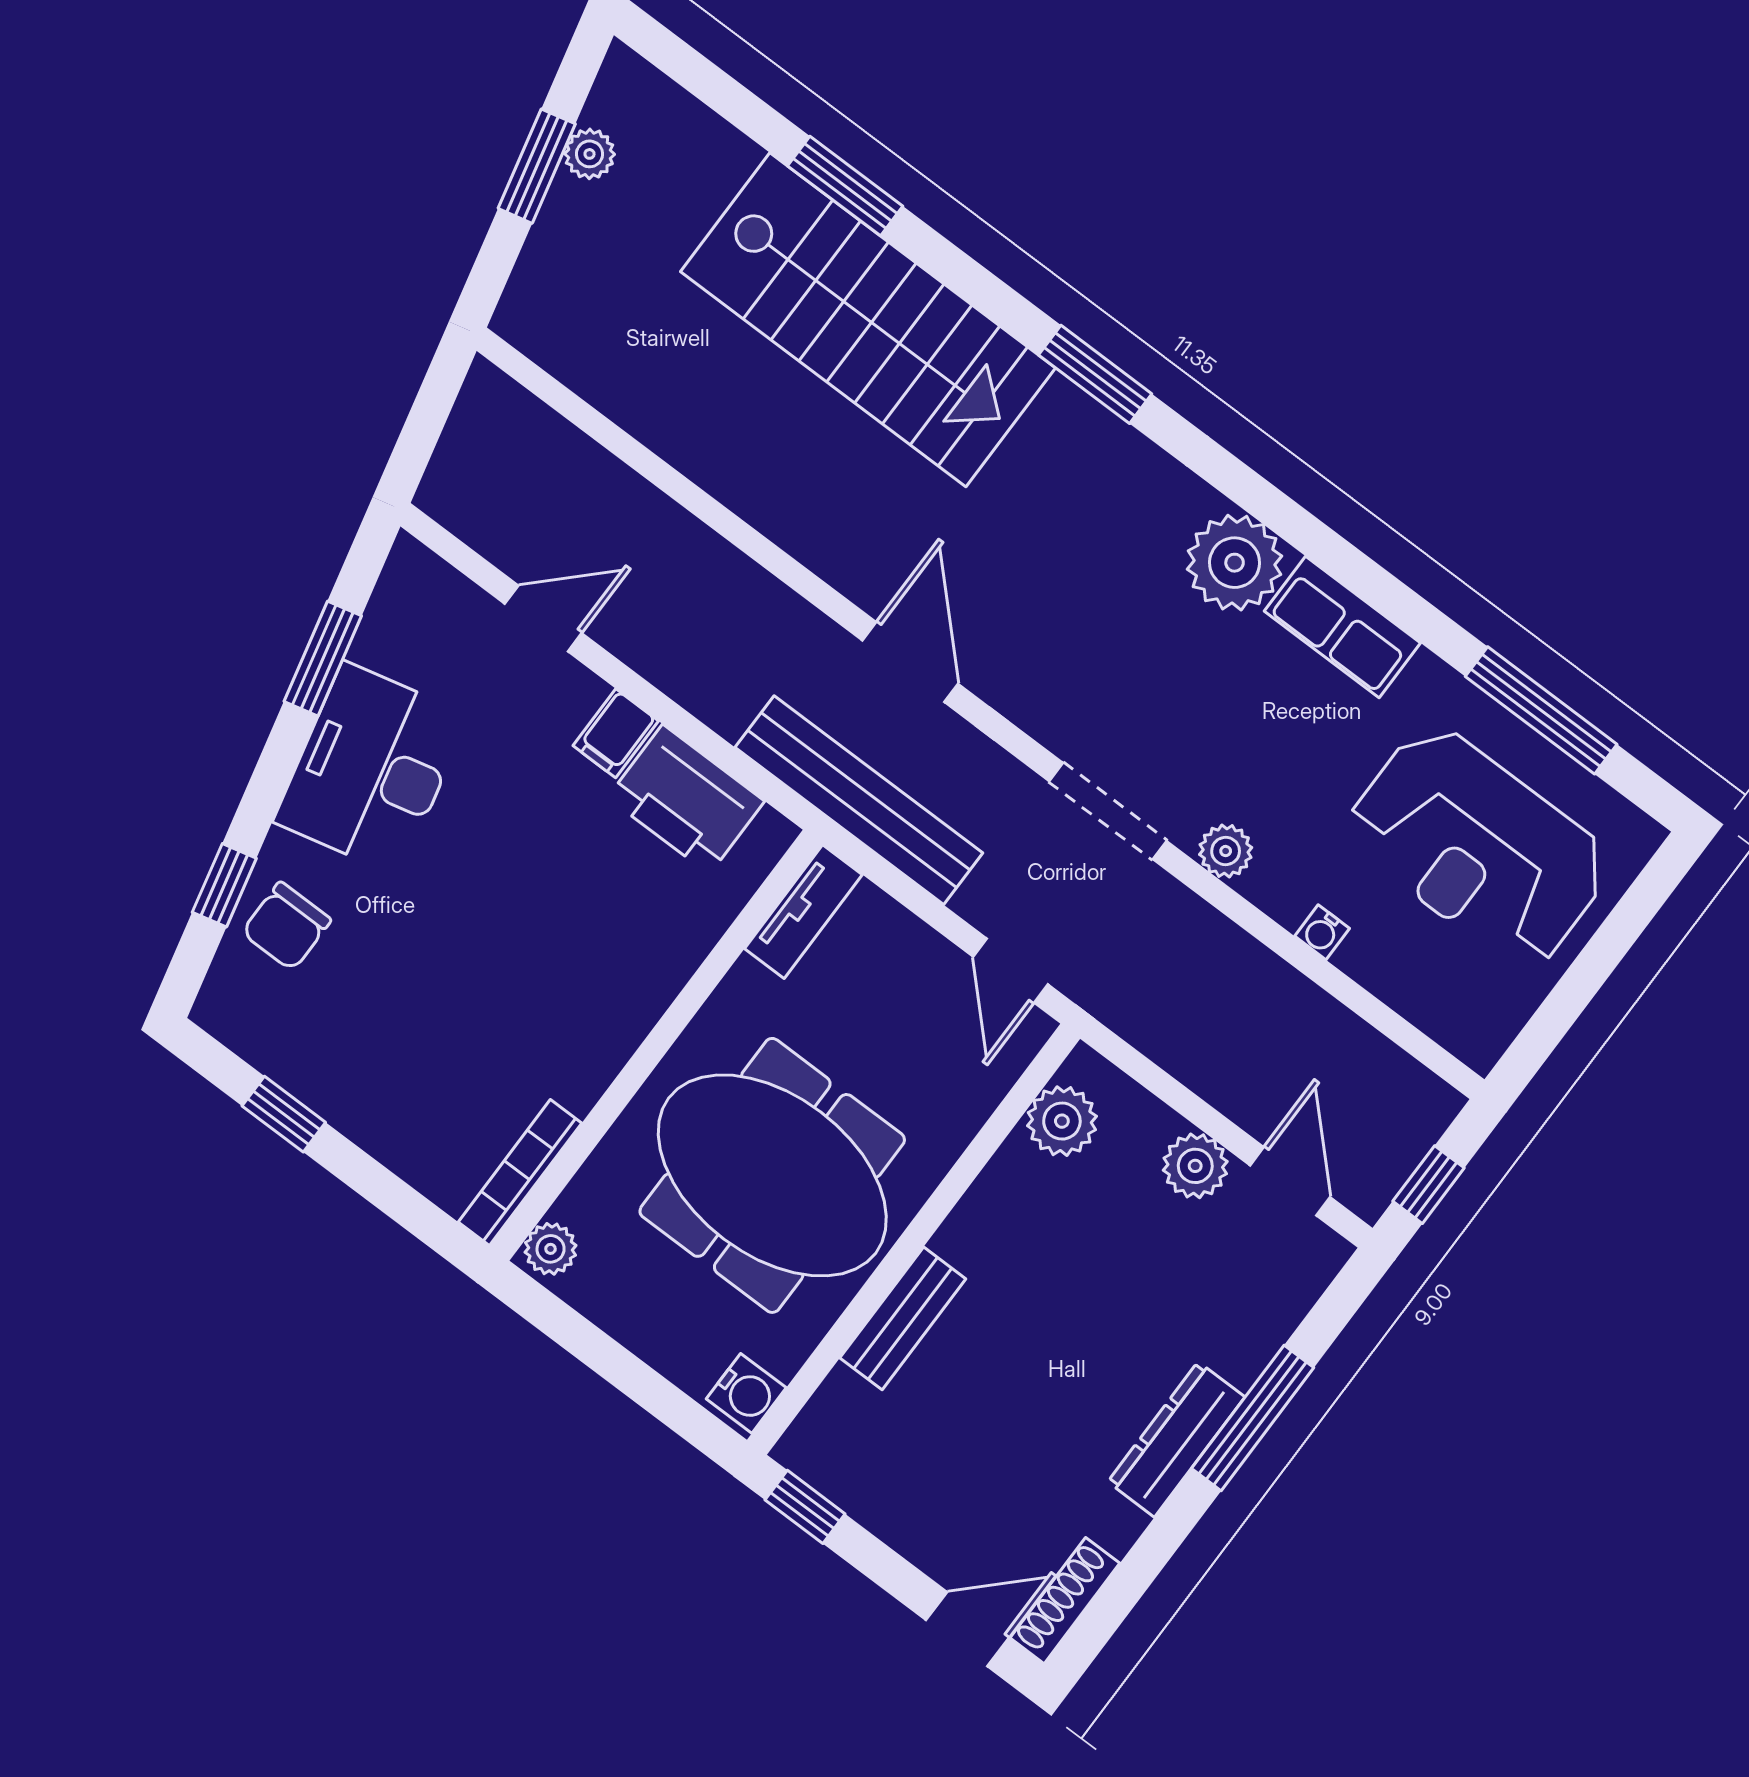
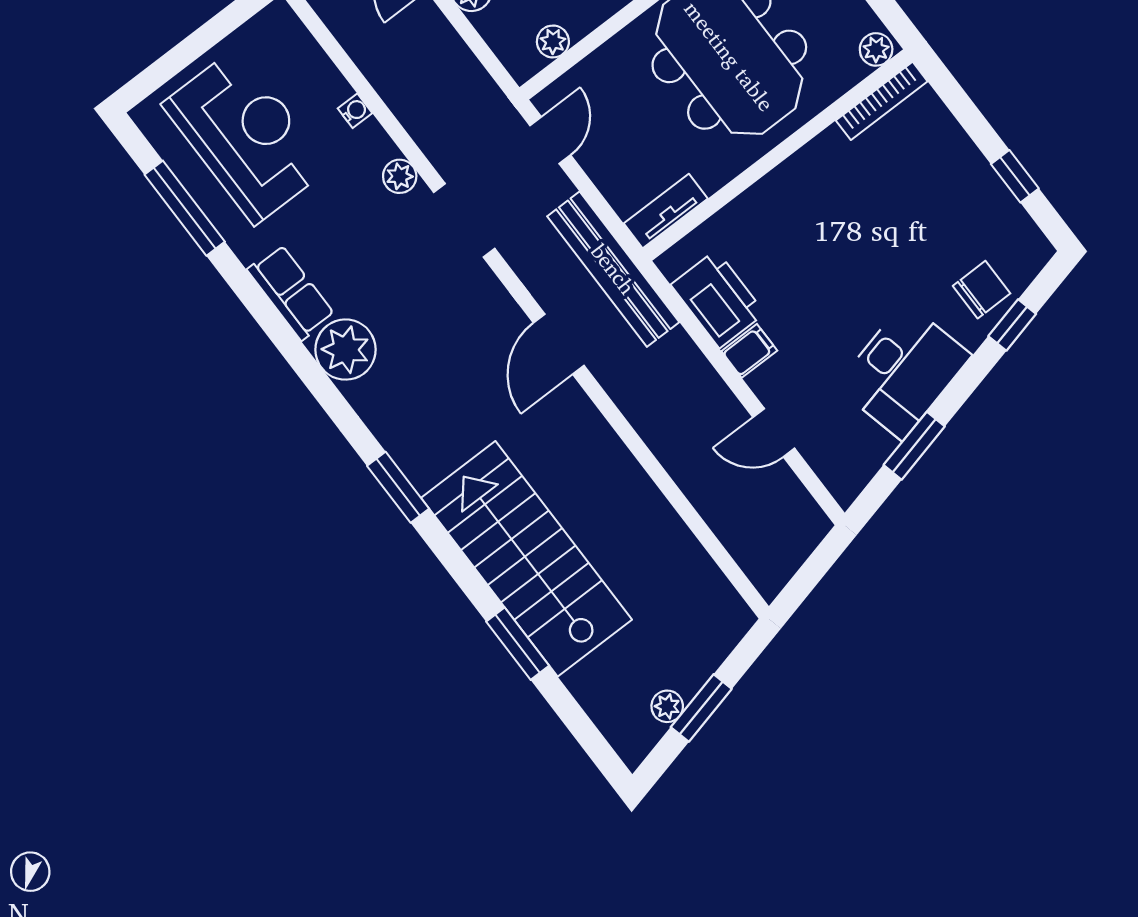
plant: (1062, 1121) -> (553, 41), width x0.73, depth x0.73

